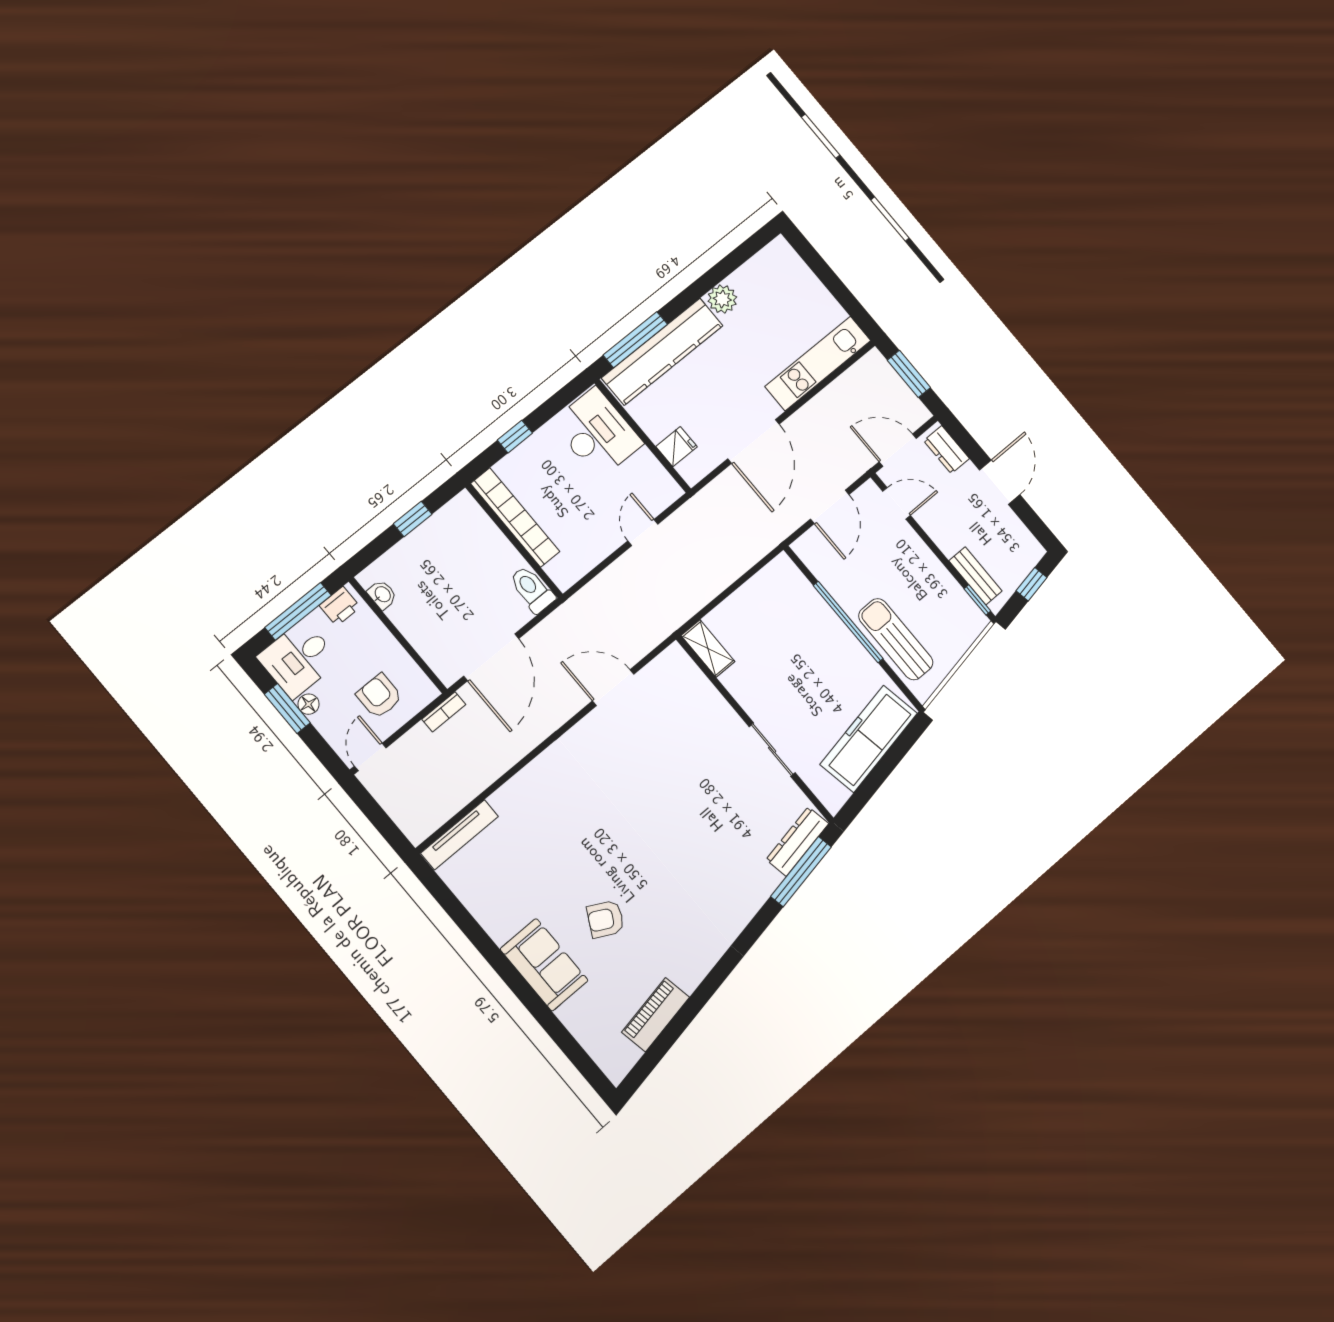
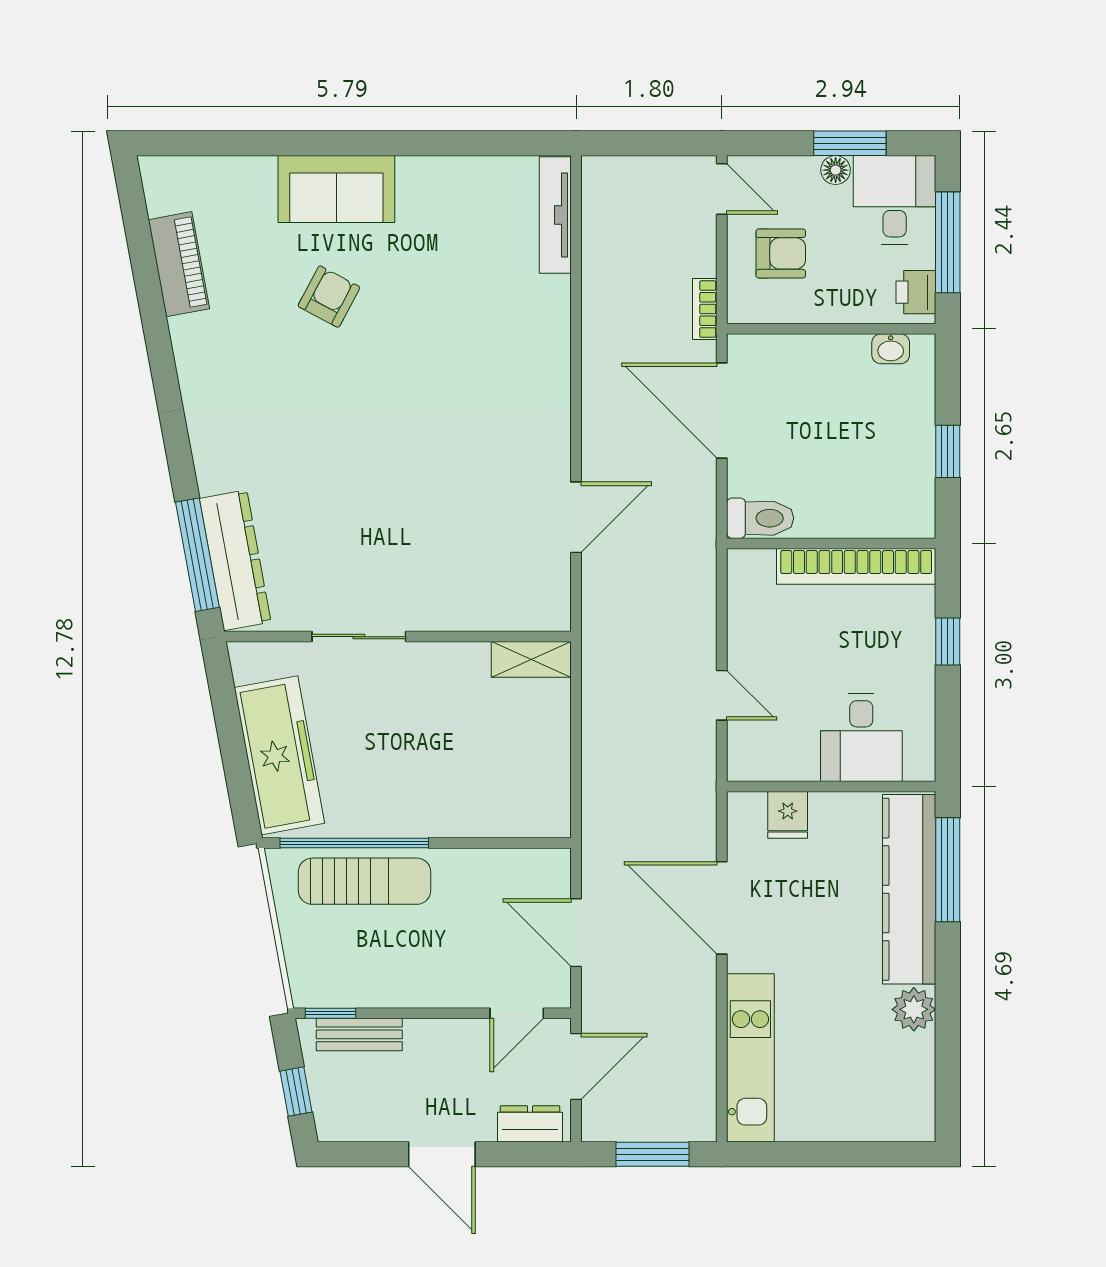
desk: (597, 433) -> (861, 738), width x0.73
window: (848, 622) -> (354, 843), moved
dresser: (797, 841) -> (235, 560), width x1.37, depth x1.24

